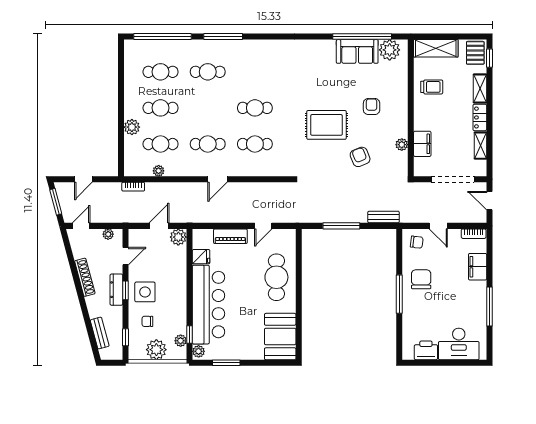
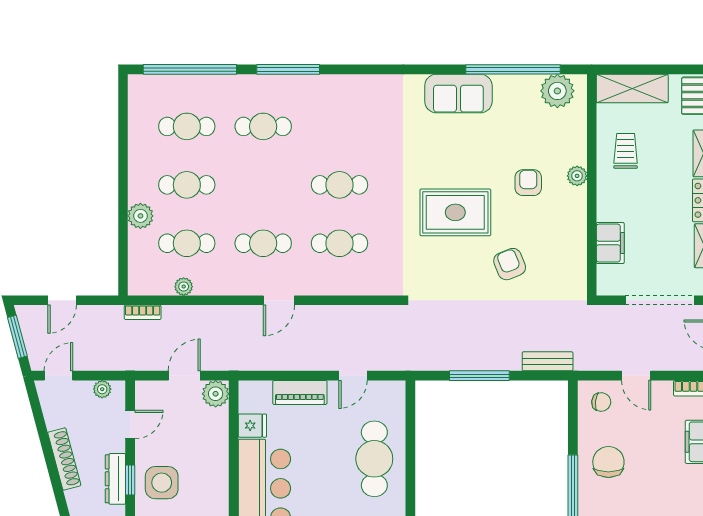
sofa: (357, 51) -> (458, 94), moved
trolley: (432, 87) -> (626, 151), turned -90
plant: (402, 145) -> (577, 176), moved

